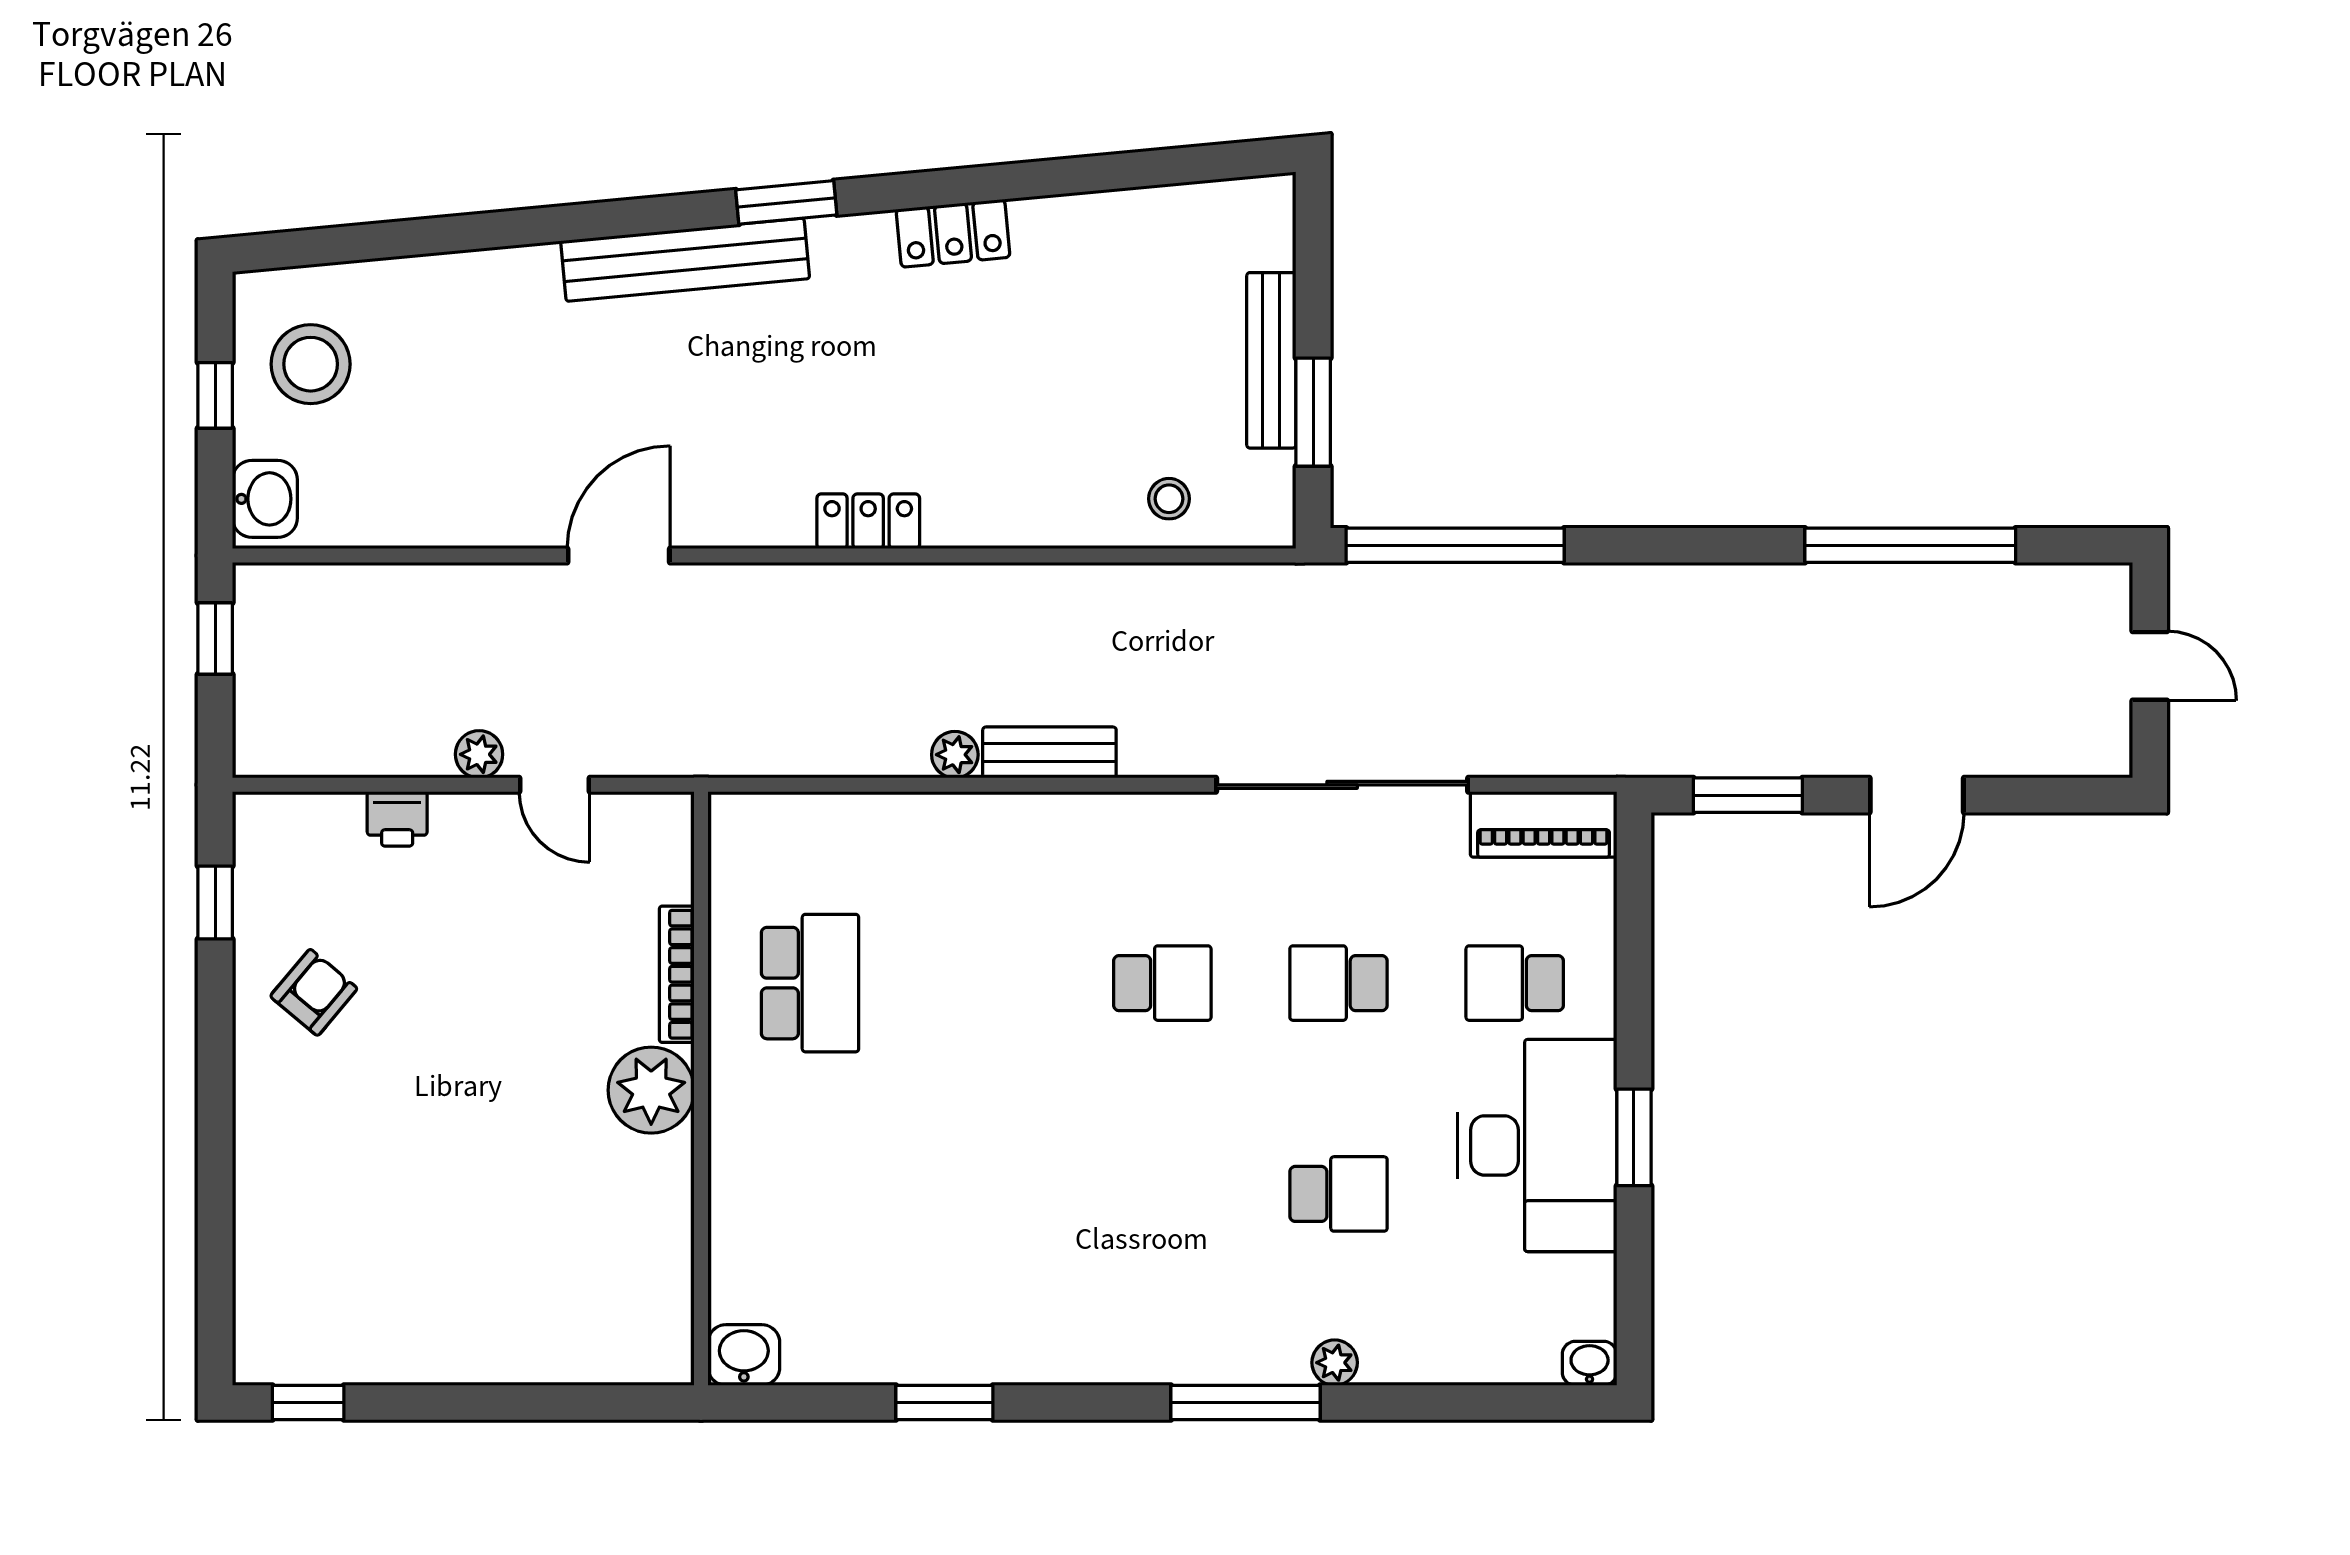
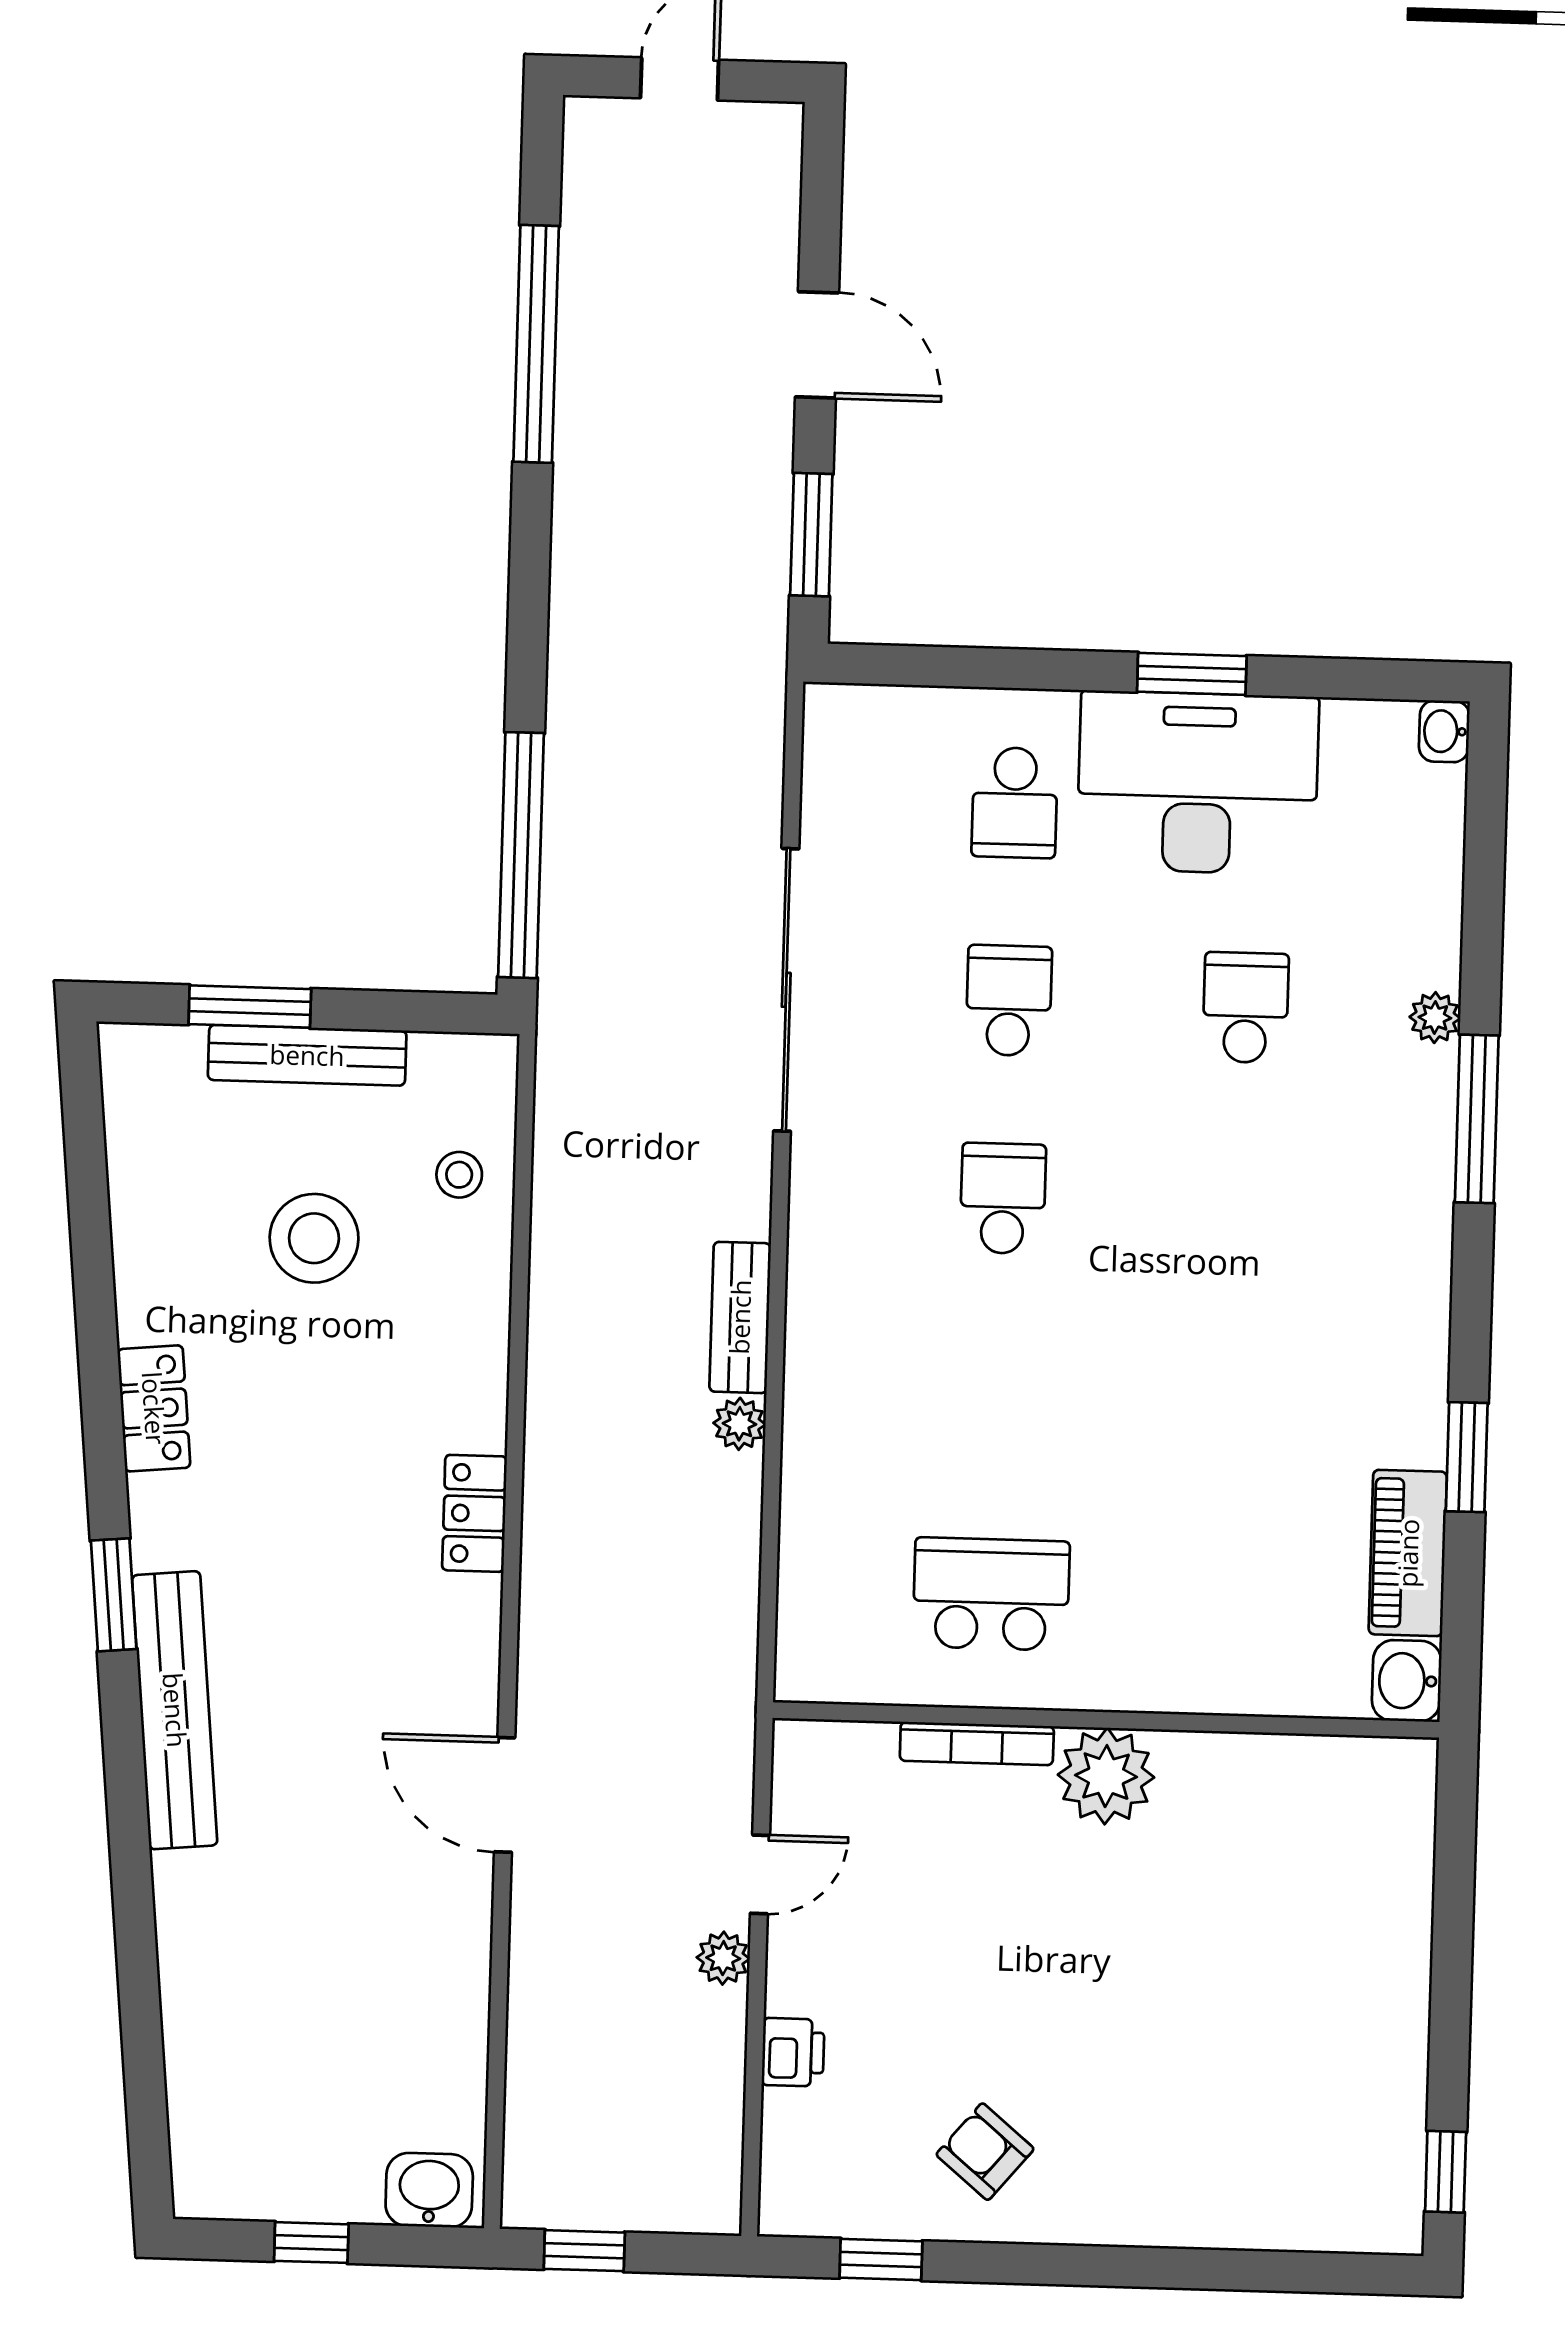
stool: (311, 364) -> (314, 1238), moved
window: (1313, 412) -> (250, 1007), moved
piano: (1544, 824) -> (1408, 1553), moved, turned 180
school desk: (1339, 983) -> (1009, 1001), turned 180

